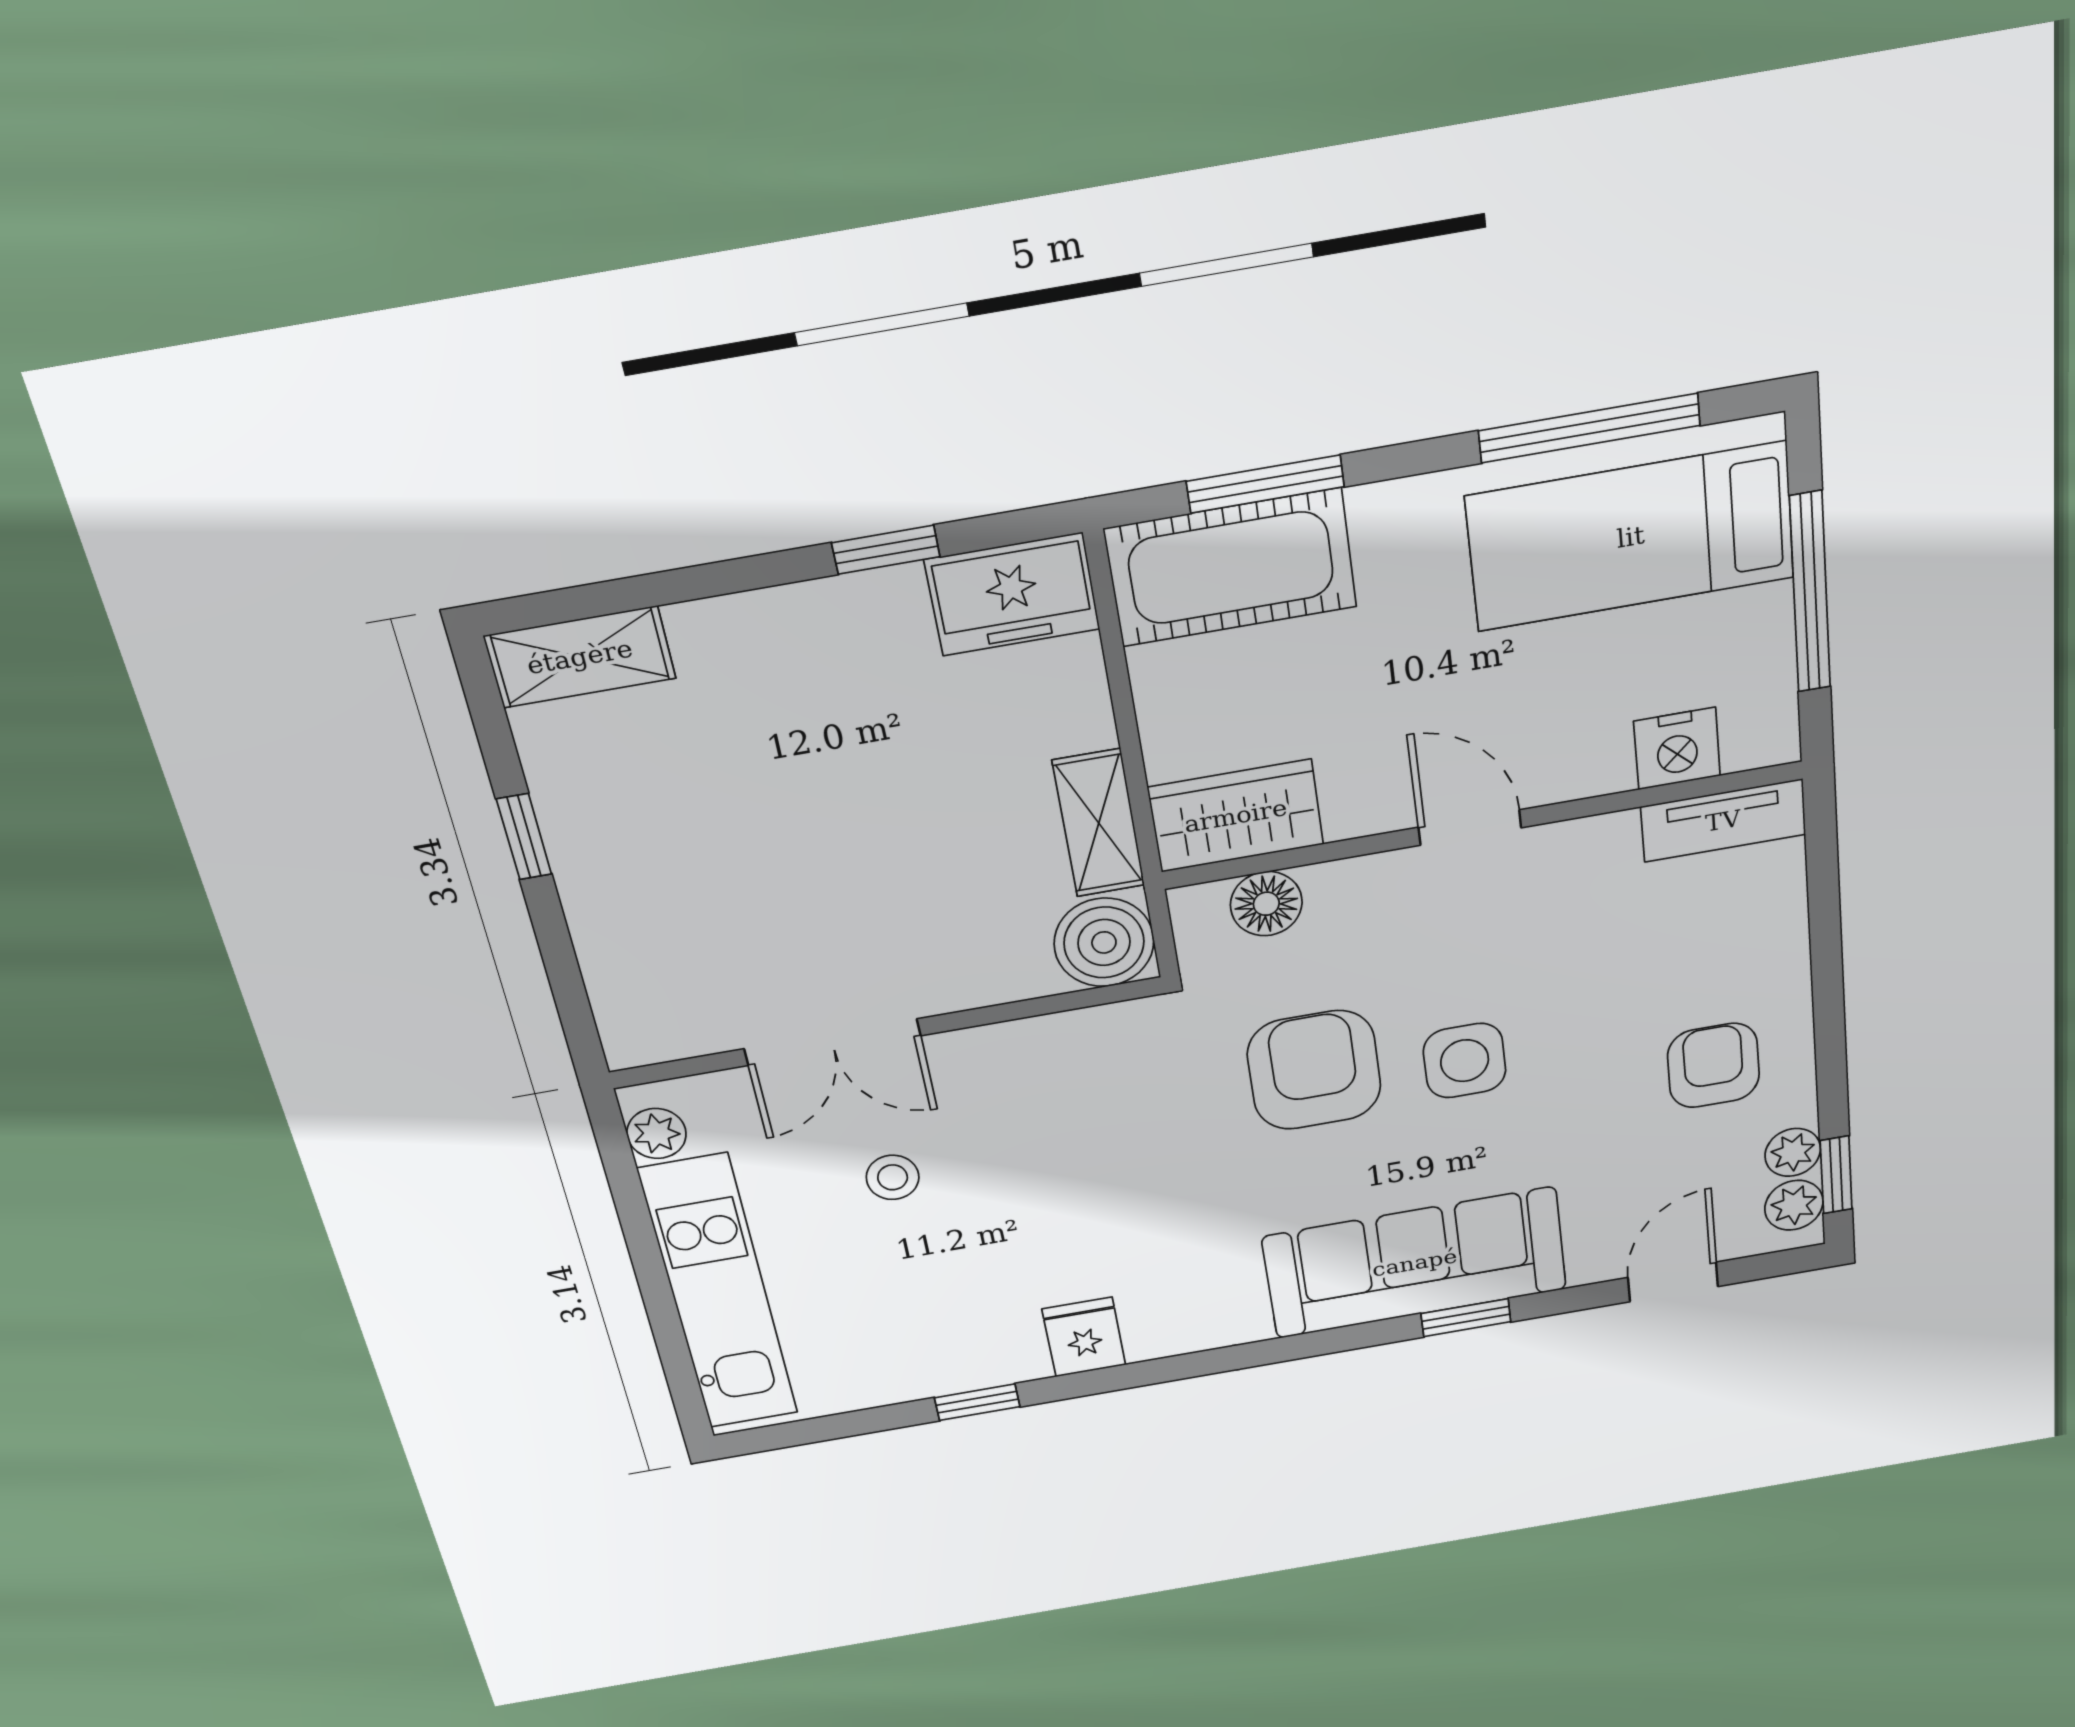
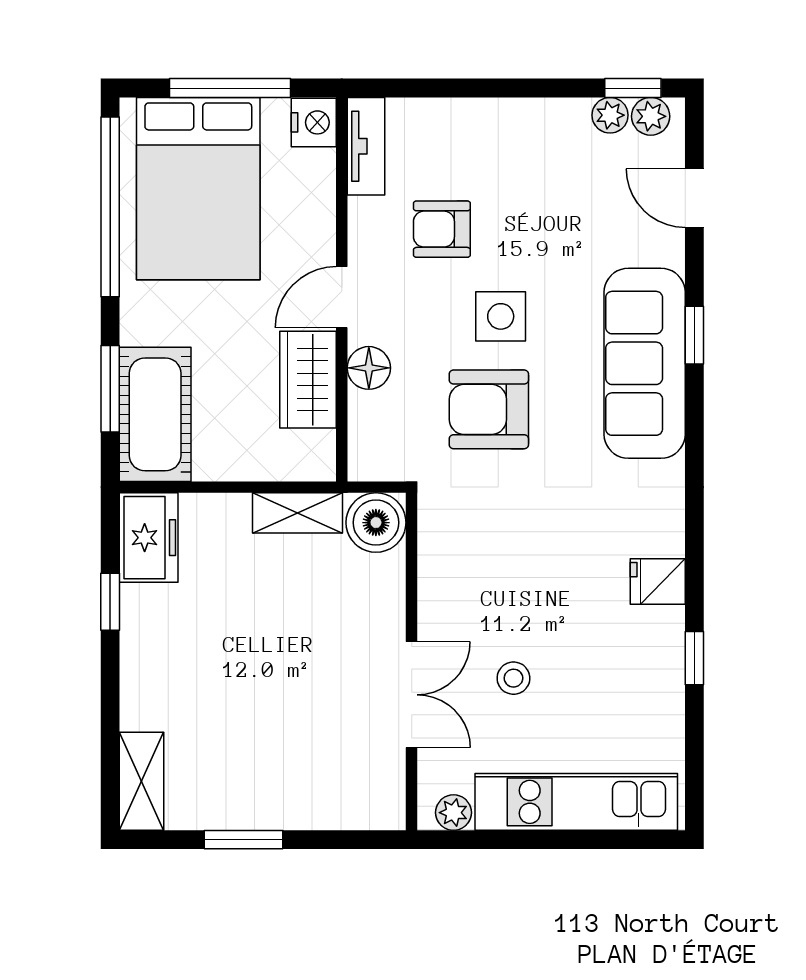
window: (1589, 428) -> (110, 207), width x1.46
bed: (1631, 537) -> (198, 189), width x1.50
nightstand: (1677, 749) -> (314, 122), moved
wardrobe: (1236, 816) -> (308, 380), moved
window: (524, 837) -> (244, 840), width x1.50
floor lamp: (1266, 904) -> (369, 368), moved
armchair: (1713, 1066) -> (442, 229), moved

